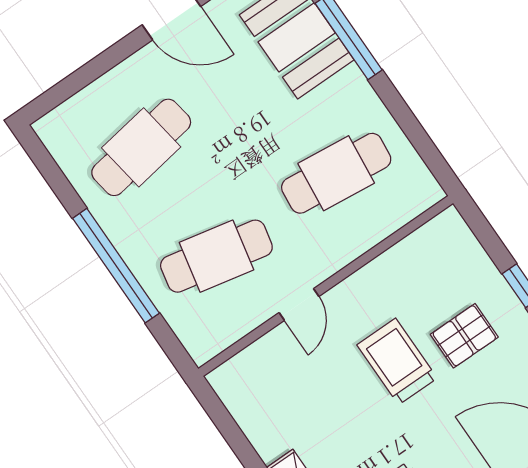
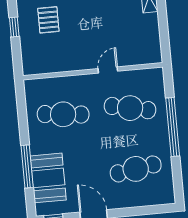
pallet: (464, 336) -> (48, 20), turned 90
trolley: (397, 361) -> (81, 25), removed

